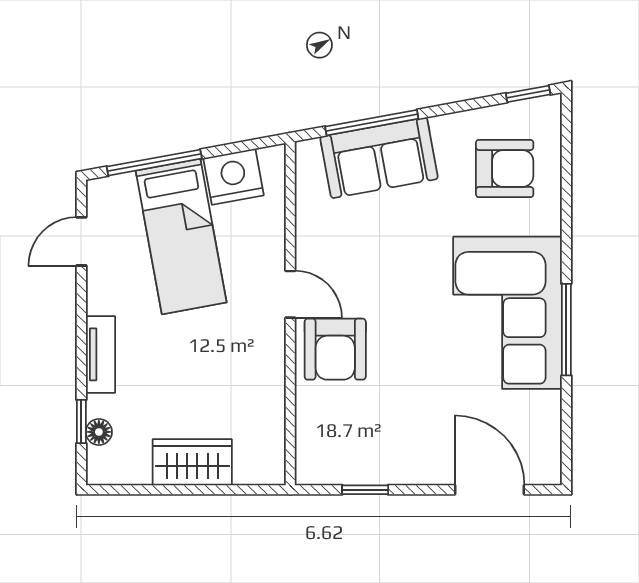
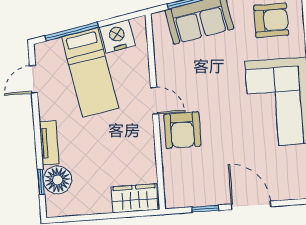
floor lamp: (99, 432) -> (58, 180), width x1.89, depth x1.89
wardrobe: (192, 462) -> (135, 198), moved
door: (490, 490) -> (251, 205), moved

